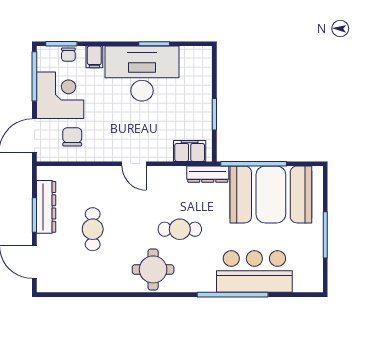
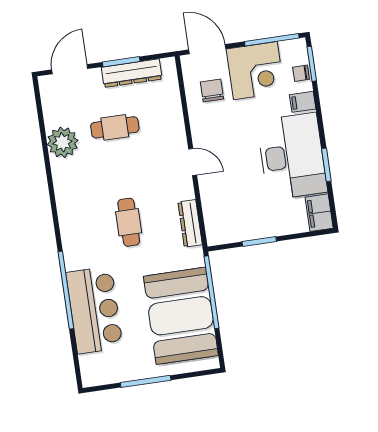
chair: (72, 137) -> (212, 90), turned -90
filing cabinet: (190, 151) -> (319, 213), moved, turned 180
door: (134, 164) -> (193, 162), swing flipped
dresser: (208, 174) -> (190, 223), moved
round table: (153, 269) -> (81, 199), removed
plant: (99, 278) -> (63, 142), added

